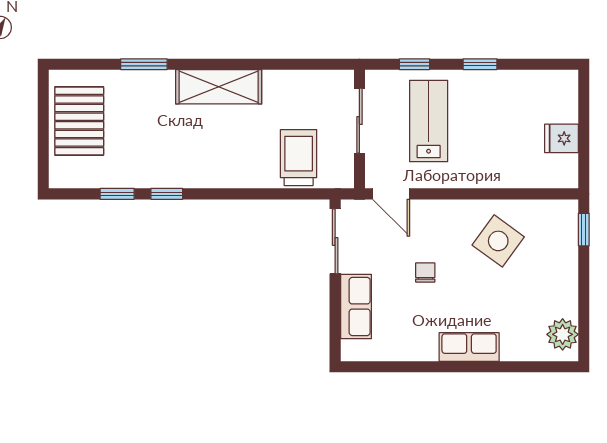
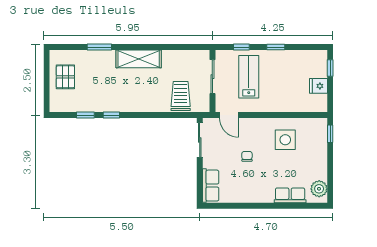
window: (584, 104) -> (330, 68), added
pallet: (79, 121) -> (65, 77), width x0.67, depth x0.71
side table: (498, 241) -> (285, 140), turned -36
row of seats: (356, 307) -> (211, 186), moved
row of seats: (469, 347) -> (290, 195), moved

